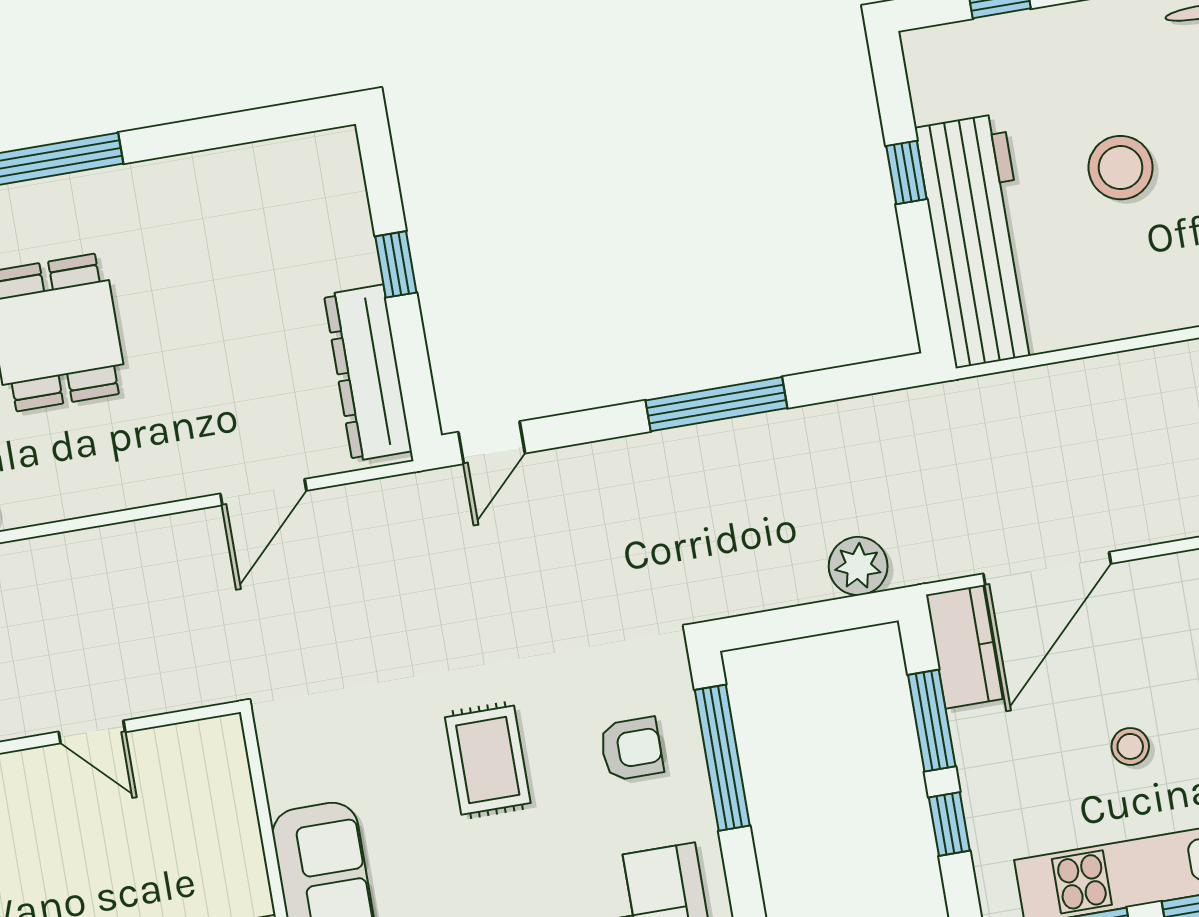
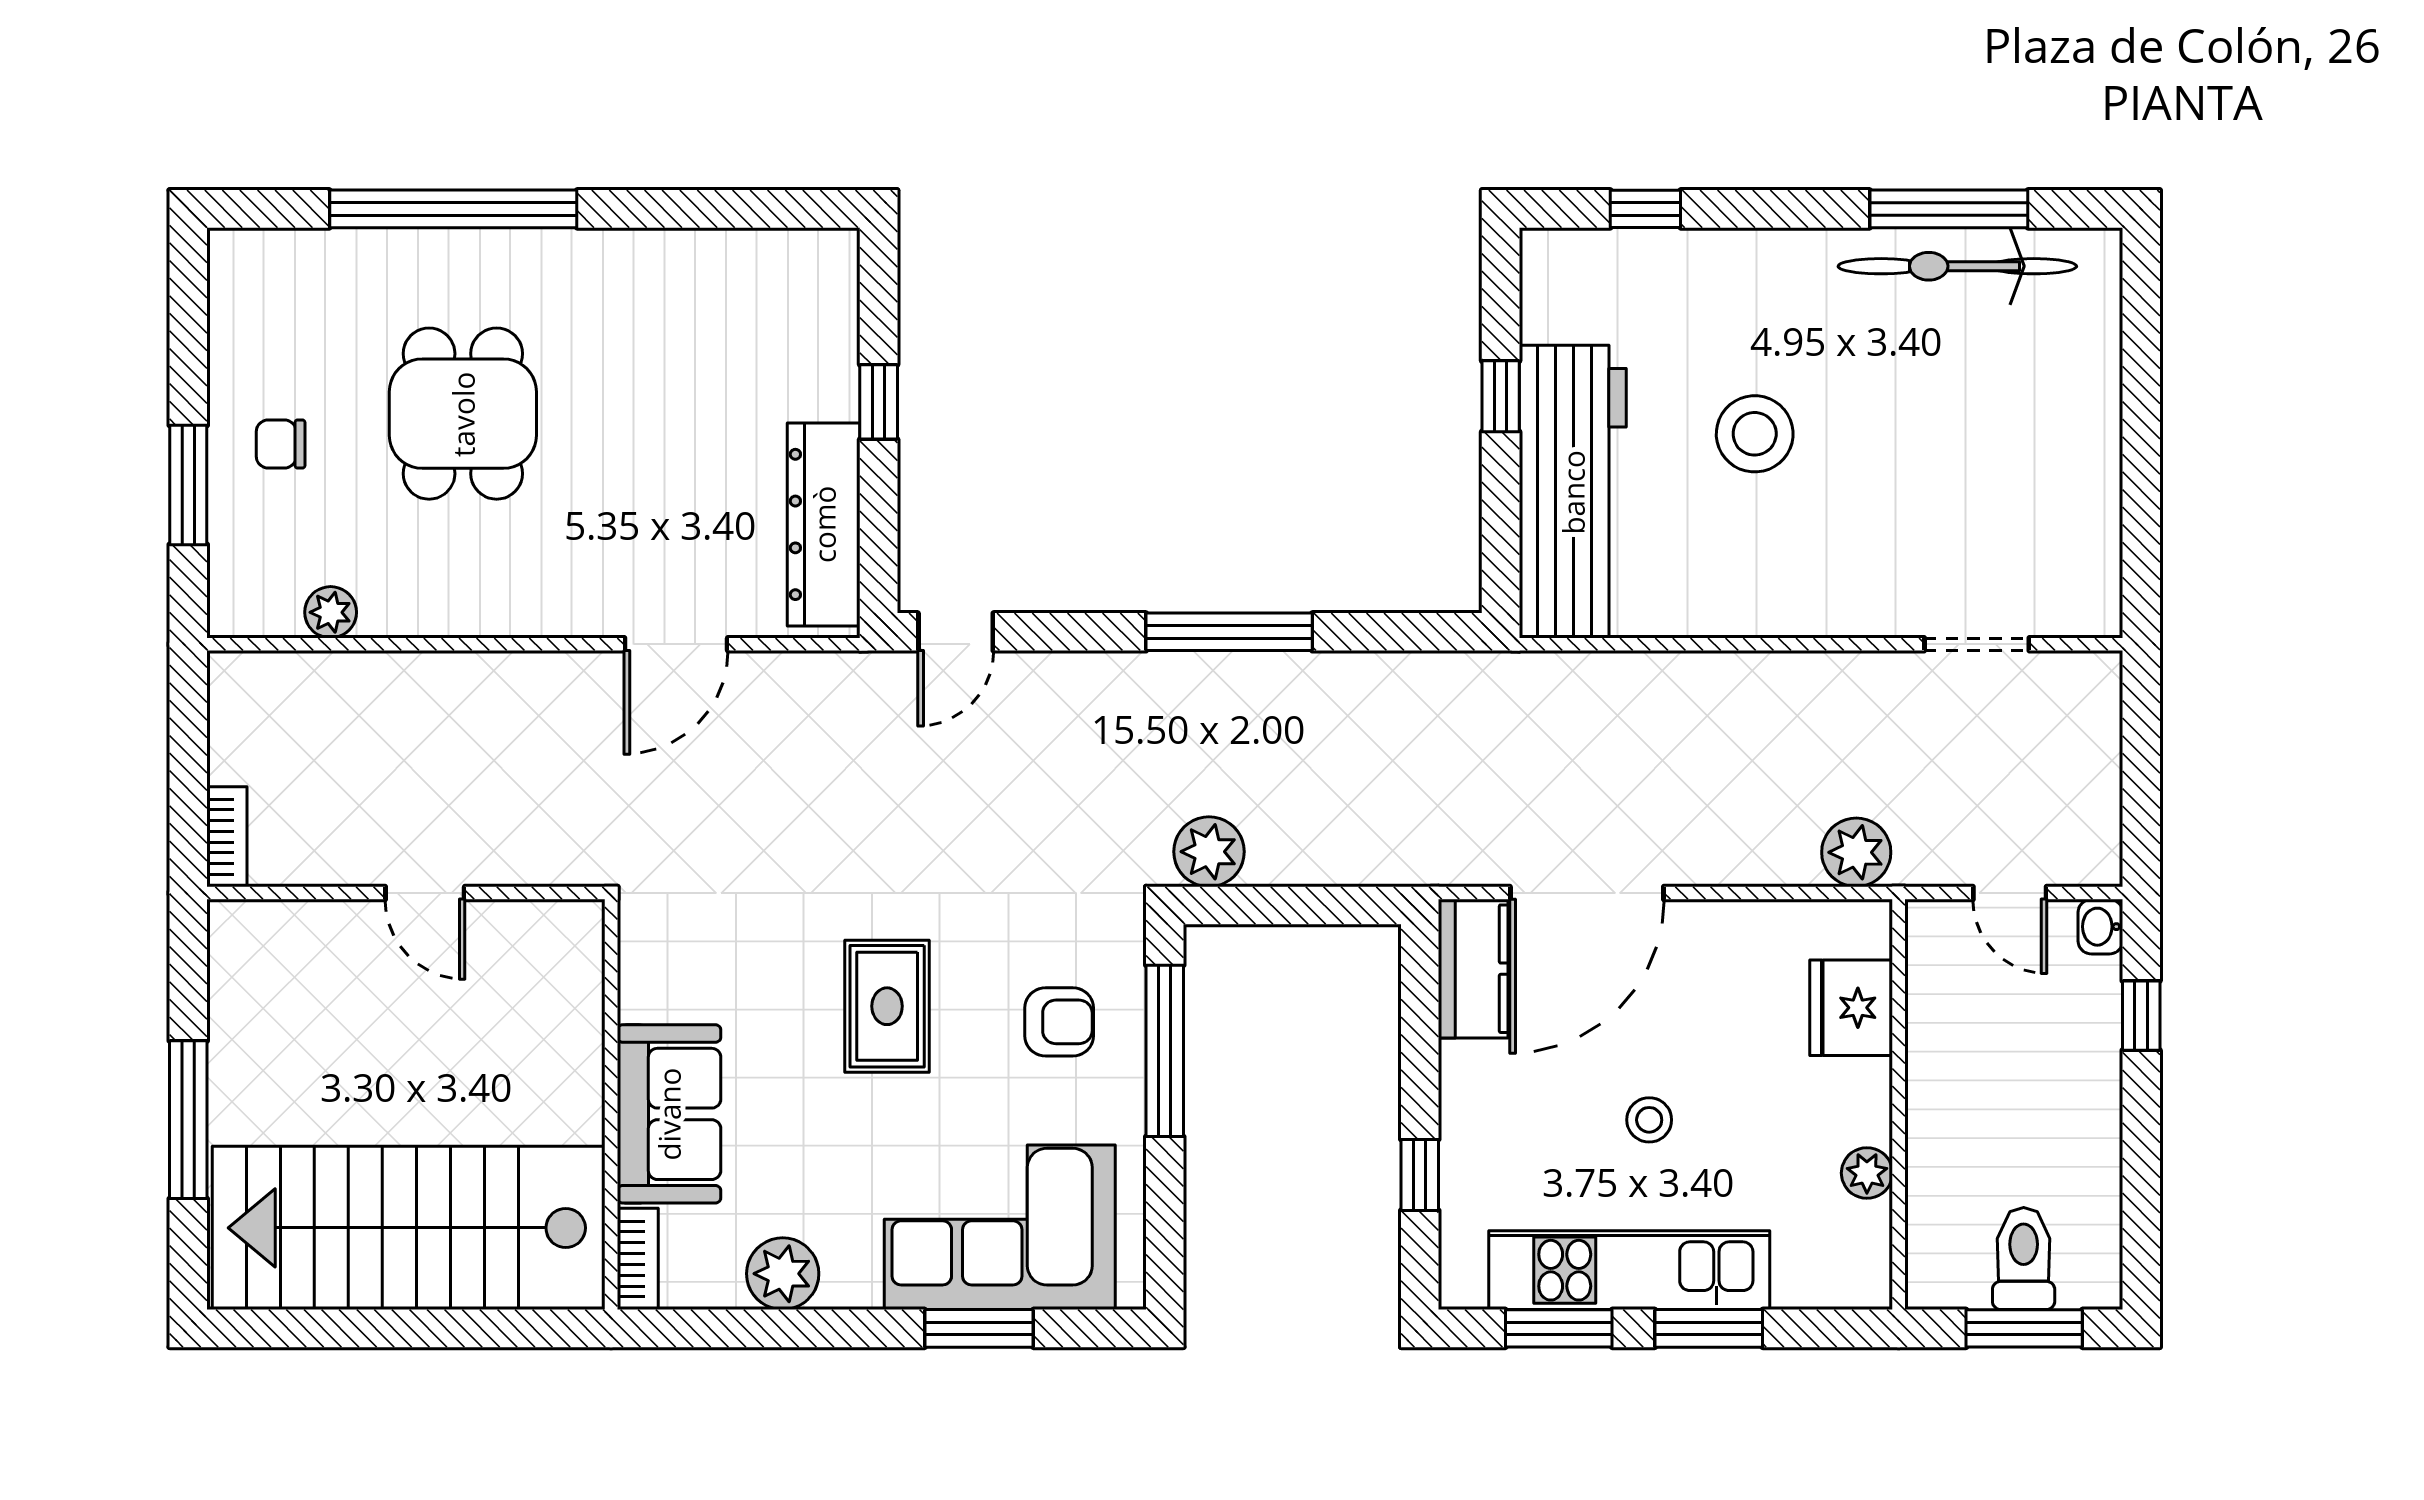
plant: (858, 566) -> (1209, 852), moved
window: (932, 721) -> (1420, 1049), removed

